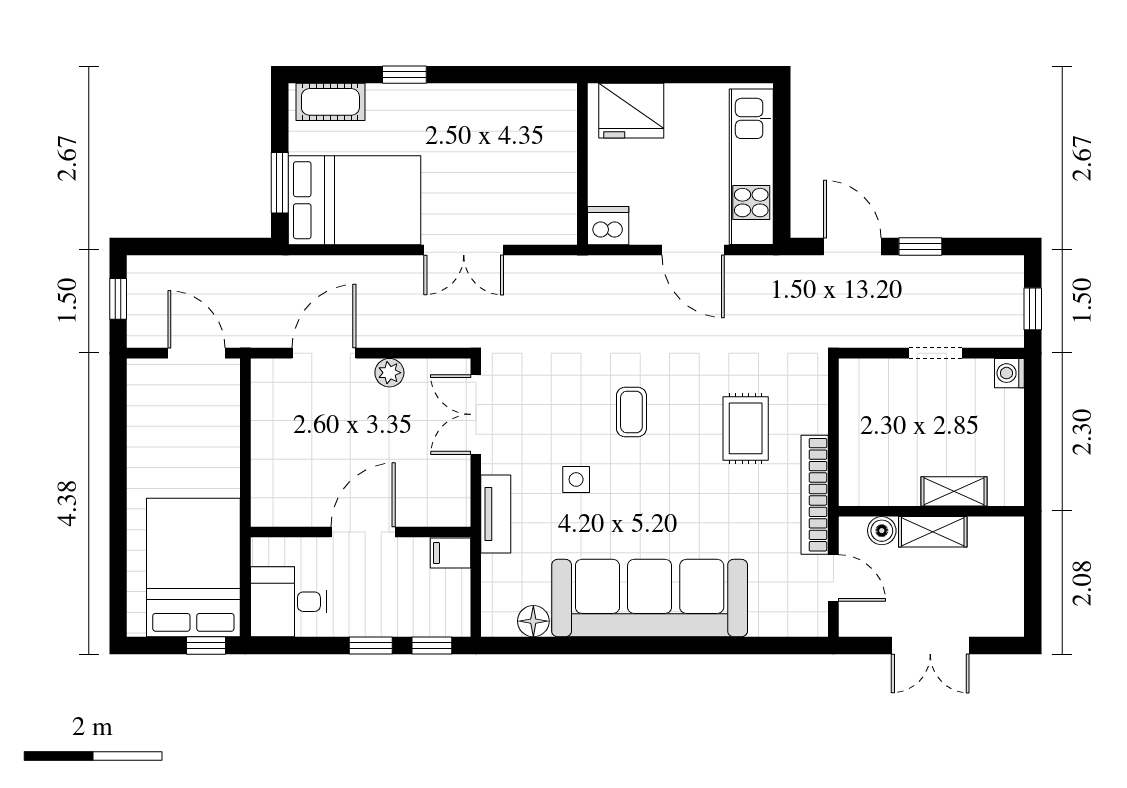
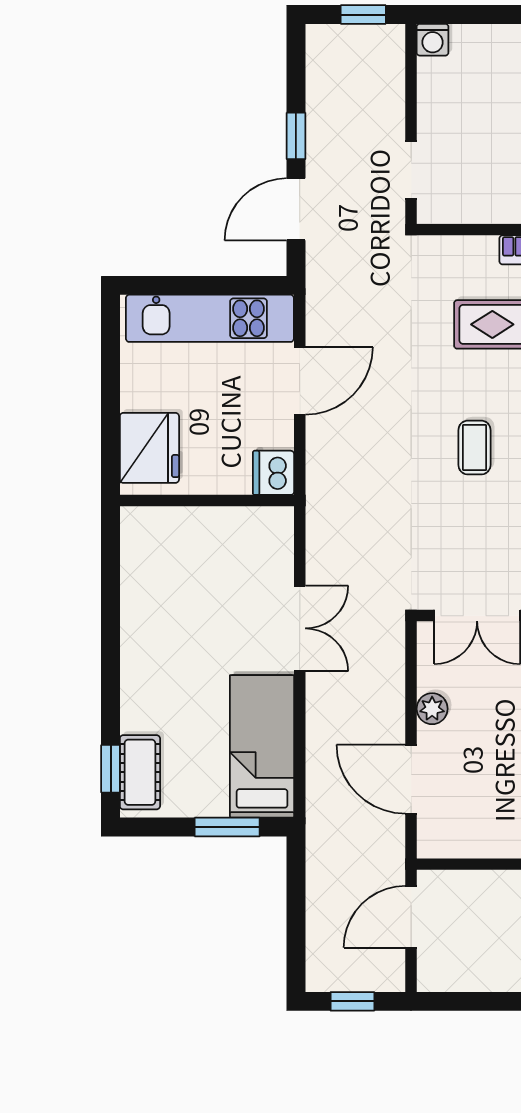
window: (404, 75) -> (111, 769), moved
bed: (354, 200) -> (262, 746), width x0.67
doorway: (935, 353) -> (411, 170), moved
coffee table: (631, 412) -> (474, 448), turned 90

